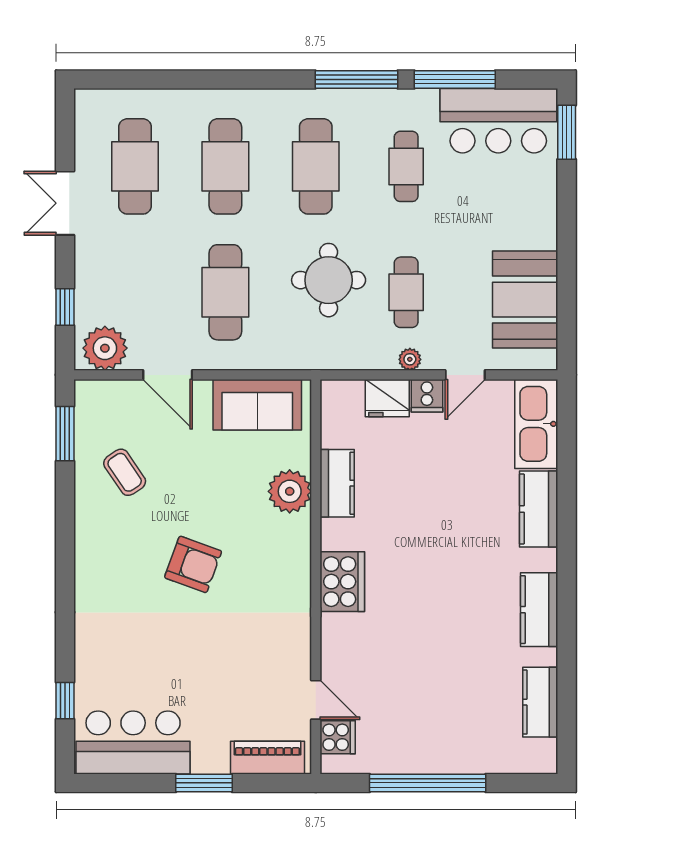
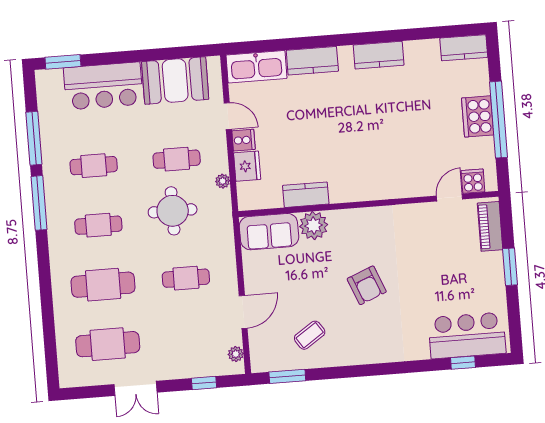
bar counter: (498, 121) -> (103, 86), moved, turned 90
cafe table: (316, 166) -> (98, 225), width x0.73, depth x0.74
cafe table: (225, 292) -> (186, 278), width x0.73, depth x0.74
plant: (105, 348) -> (236, 354), width x0.53, depth x0.53
plant: (410, 359) -> (223, 181), moved
sofa: (257, 405) -> (269, 232), moved, turned 90
armchair: (193, 564) -> (367, 285), turned 138
cooker: (342, 582) -> (478, 116), moved, turned -90
kitchen counter: (540, 702) -> (464, 48), moved
bar counter: (133, 742) -> (467, 335), moved, turned 90

